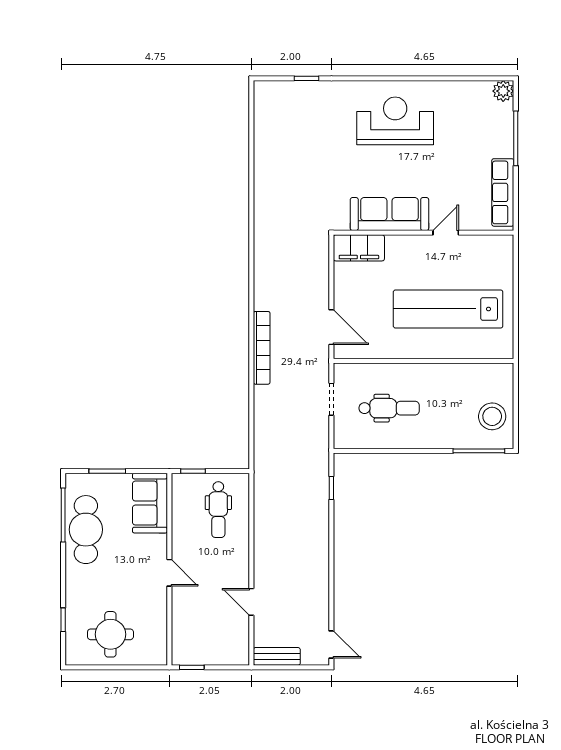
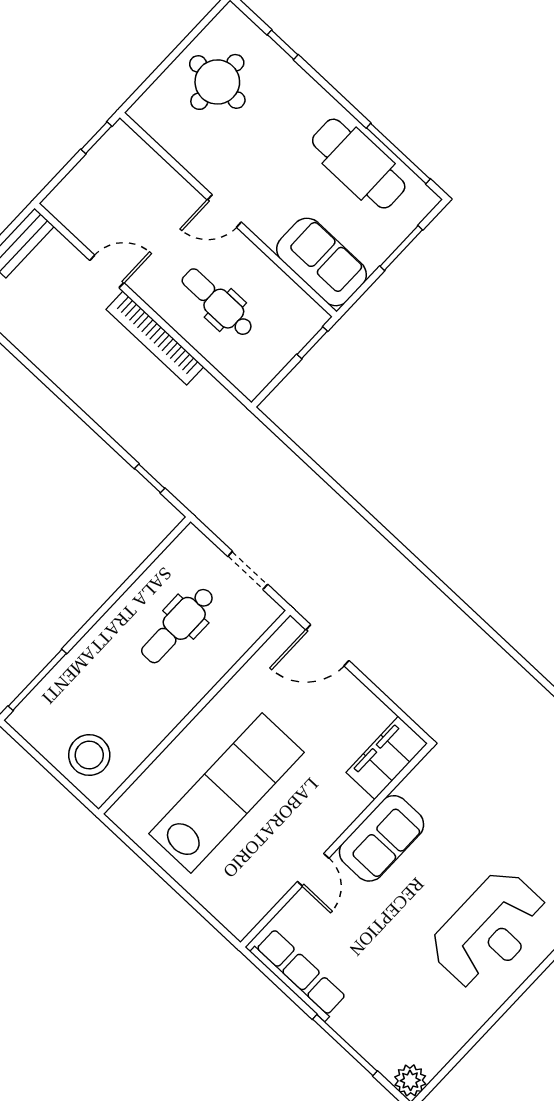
sofa: (389, 214) -> (381, 838), width x0.73
bookcase: (262, 348) -> (155, 338), moved
stool: (492, 416) -> (89, 755), moved
dental chair: (218, 510) -> (218, 303), moved

